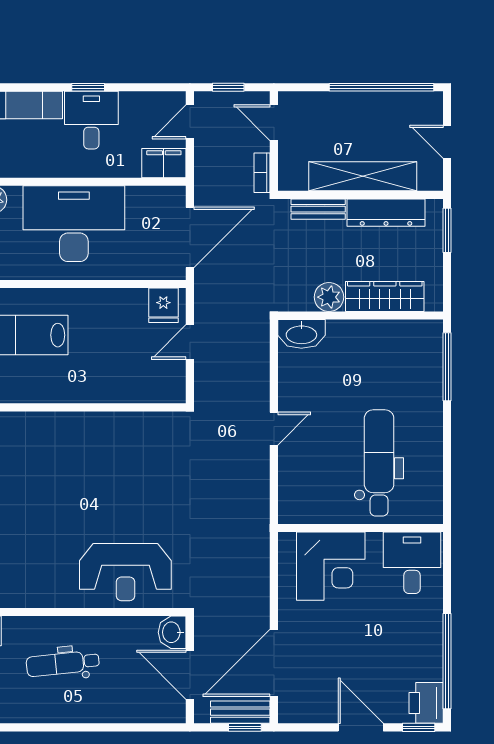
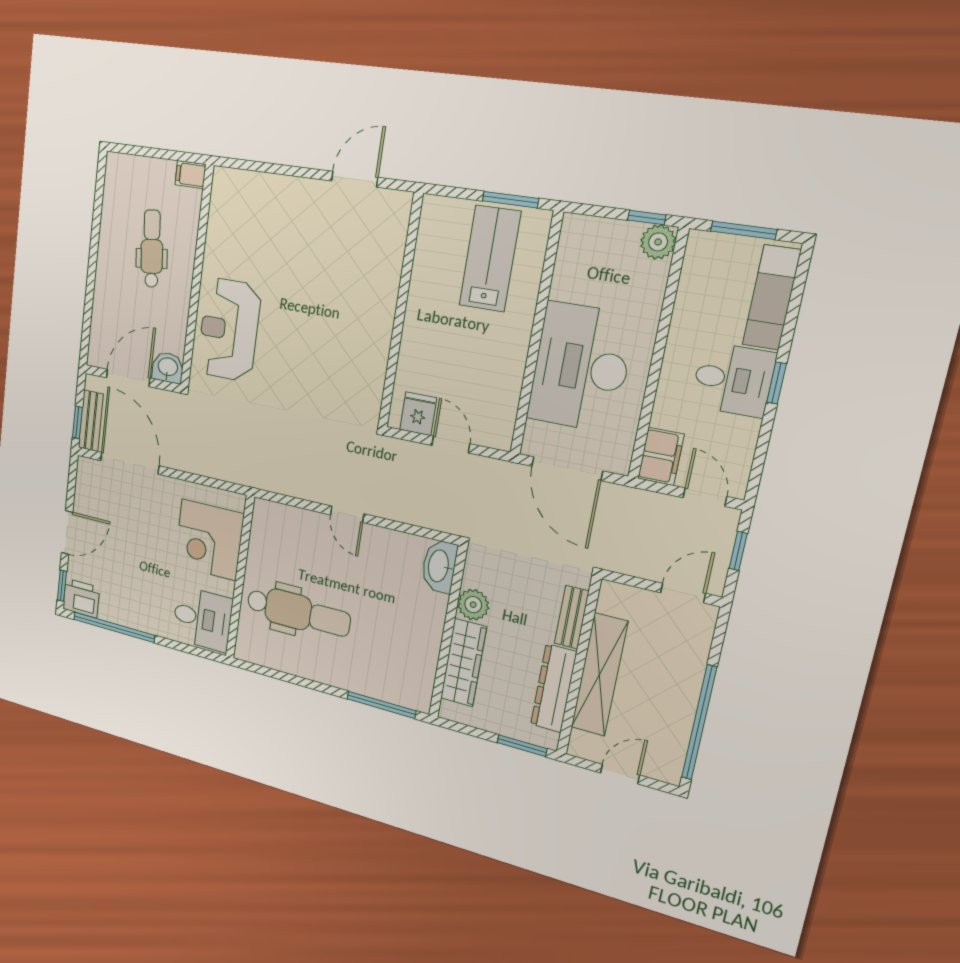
bookcase: (262, 173) -> (626, 566), removed
desk: (74, 224) -> (581, 367), moved, turned 180
fridge: (163, 305) -> (418, 414), moved, turned 90

